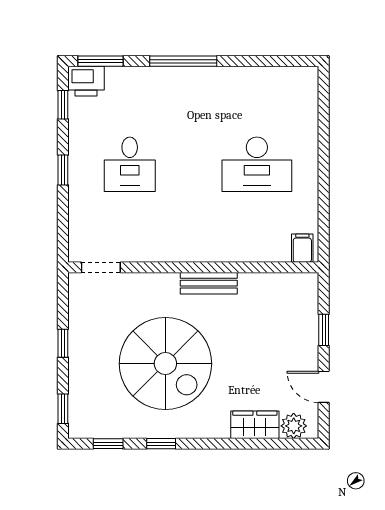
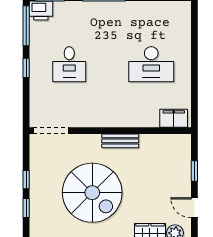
window: (63, 105) -> (26, 26), width x2.17
filing cabinet: (302, 248) -> (174, 118), width x2.00
doorway: (101, 267) -> (51, 131), width x1.38
window: (63, 409) -> (26, 208), moved

